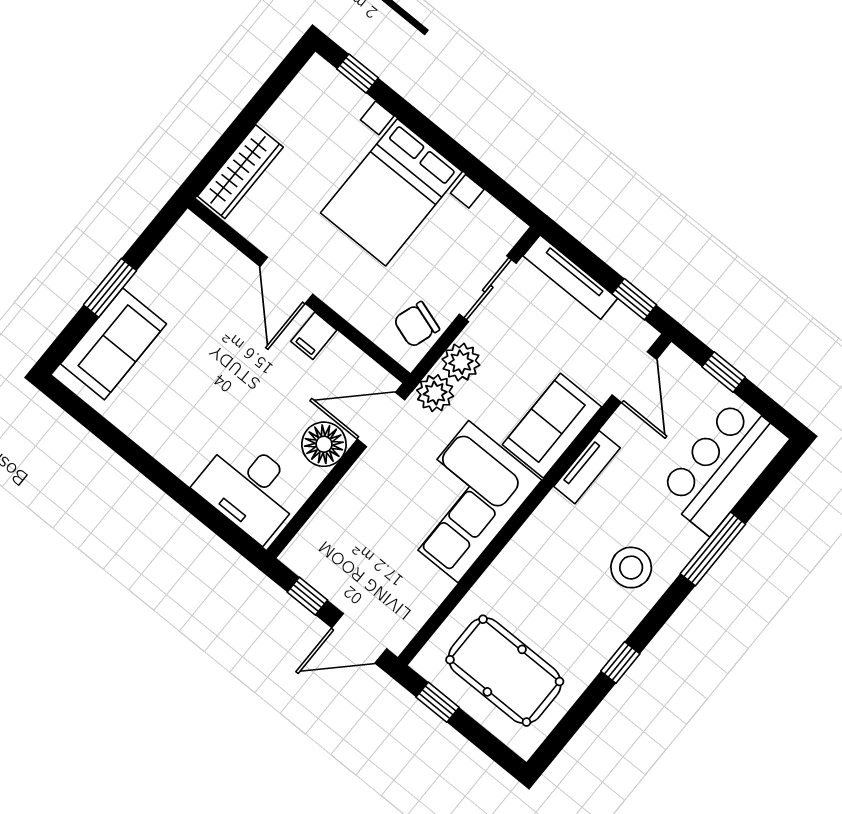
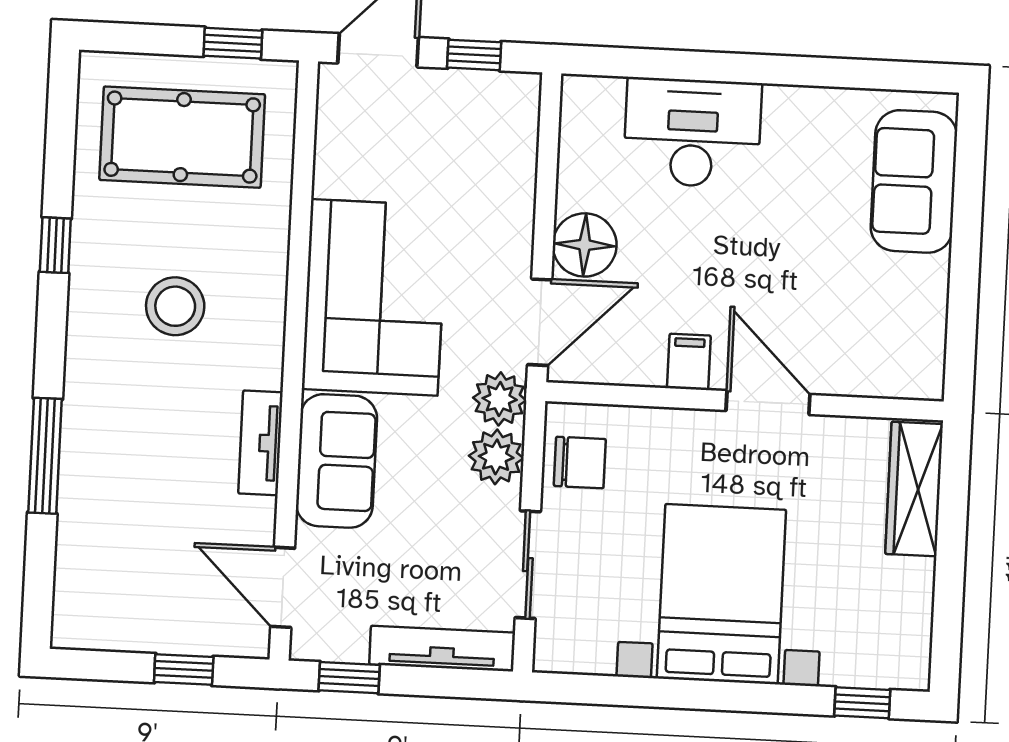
window: (110, 288) -> (966, 243), removed
chair: (416, 324) -> (580, 462), turned 72
bar counter: (723, 466) -> (105, 560), removed
desk: (250, 489) -> (692, 133), moved
stool: (631, 568) -> (175, 306), moved

